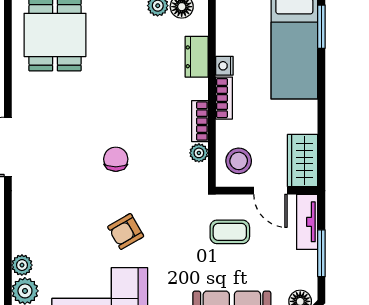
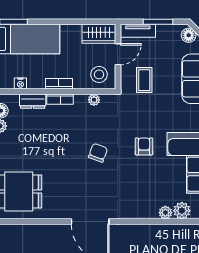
nightstand: (224, 66) -> (20, 83), moved
bookcase: (200, 121) -> (60, 99), moved
chair: (116, 159) -> (98, 153), turned 110
armchair: (126, 231) -> (144, 146), turned -150

